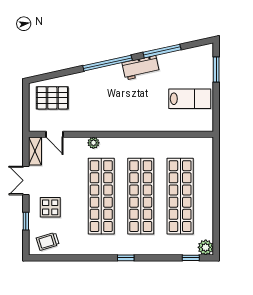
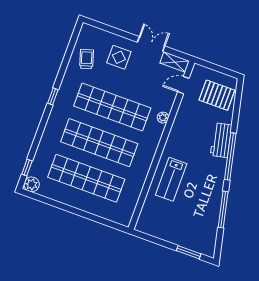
workbench: (141, 68) -> (221, 140), moved
pallet: (52, 98) -> (217, 95), turned 90
lab bench: (190, 99) -> (171, 179), moved
window: (26, 221) -> (114, 31), removed
trolley: (48, 241) -> (87, 59), moved
window: (126, 258) -> (53, 96), moved

